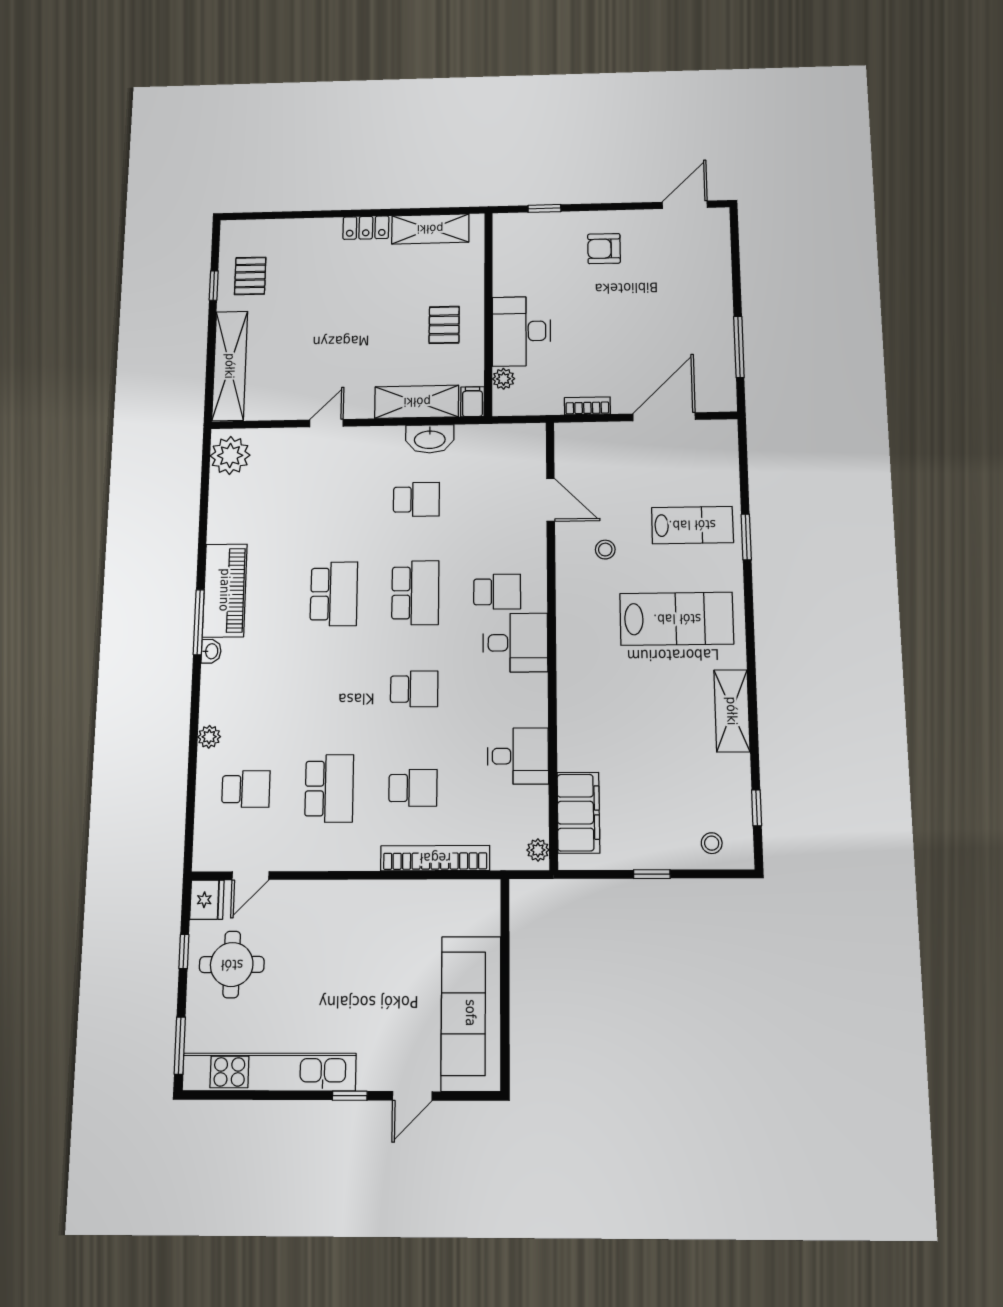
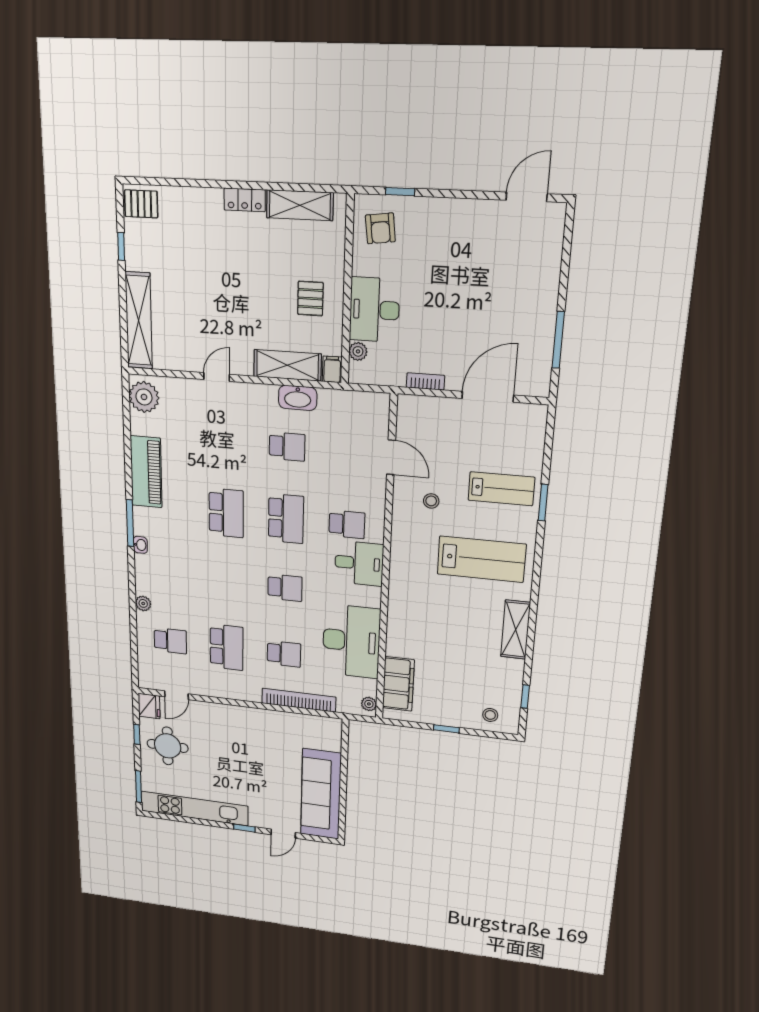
armchair: (604, 249) -> (380, 228), moved, turned -97
pallet: (250, 276) -> (141, 204), moved, turned 90
piano: (225, 590) -> (146, 472), moved
desk: (518, 756) -> (351, 641), width x1.87, depth x1.30

